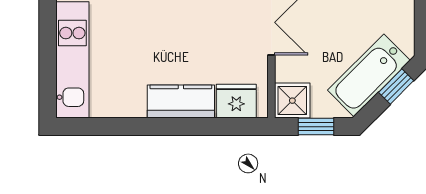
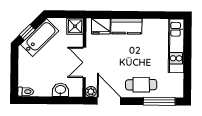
window: (316, 127) -> (64, 14), removed

